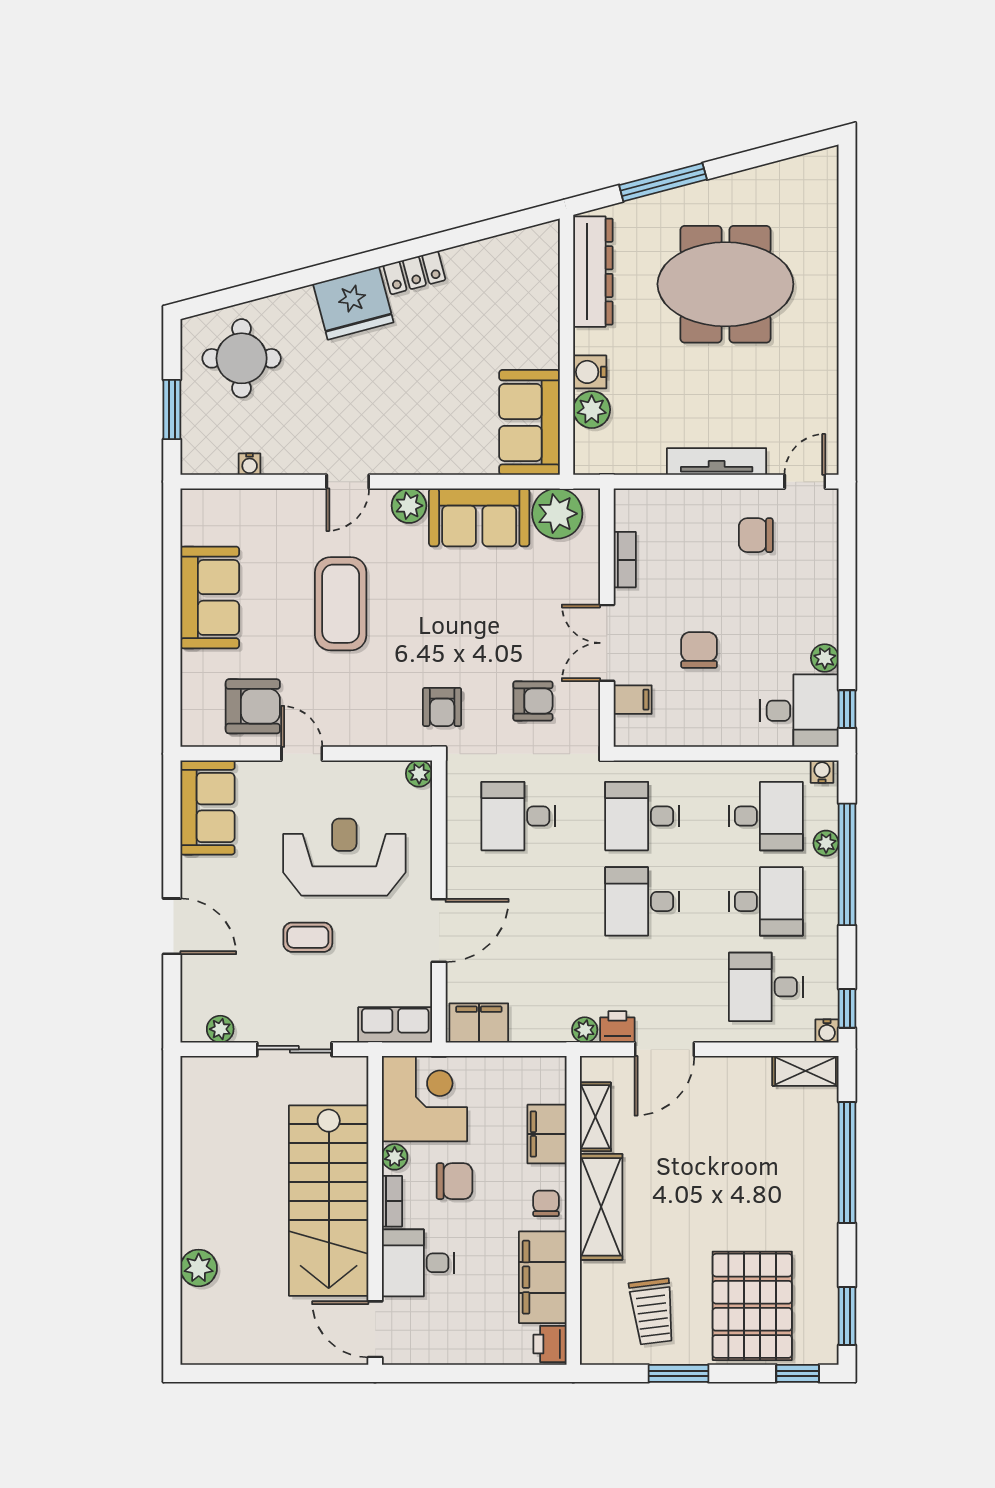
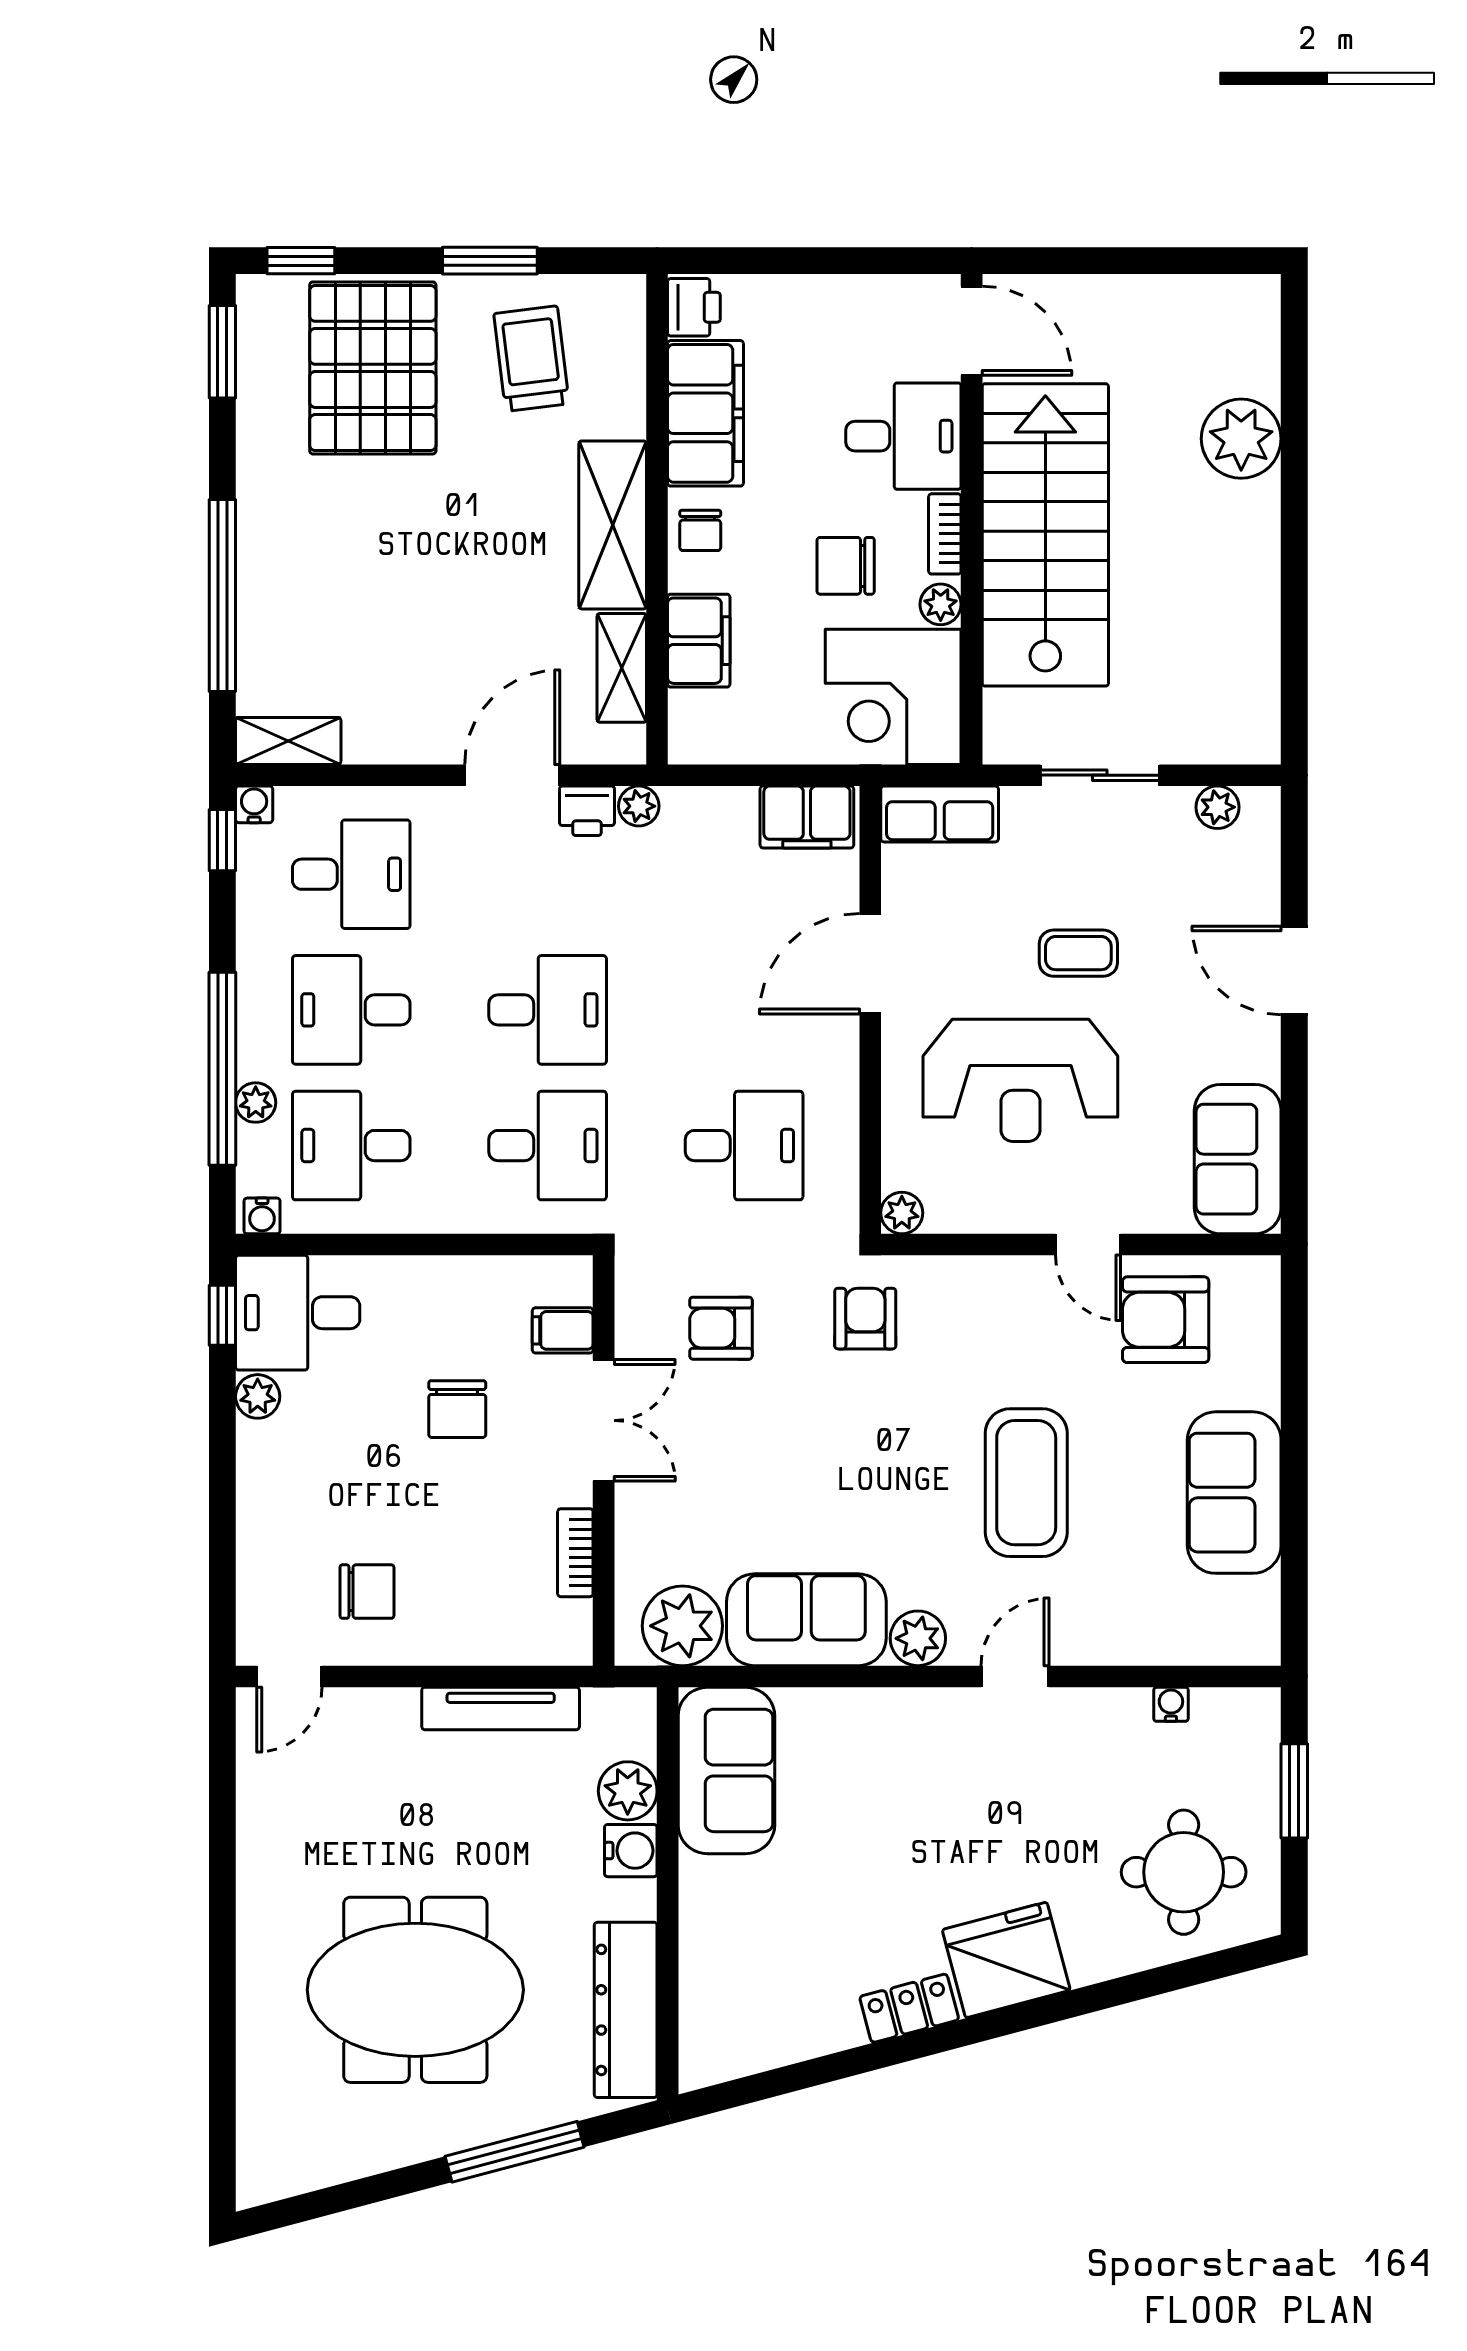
tv unit: (717, 461) -> (501, 1708), moved
plant: (199, 1268) -> (1241, 439), width x1.36, depth x1.36

